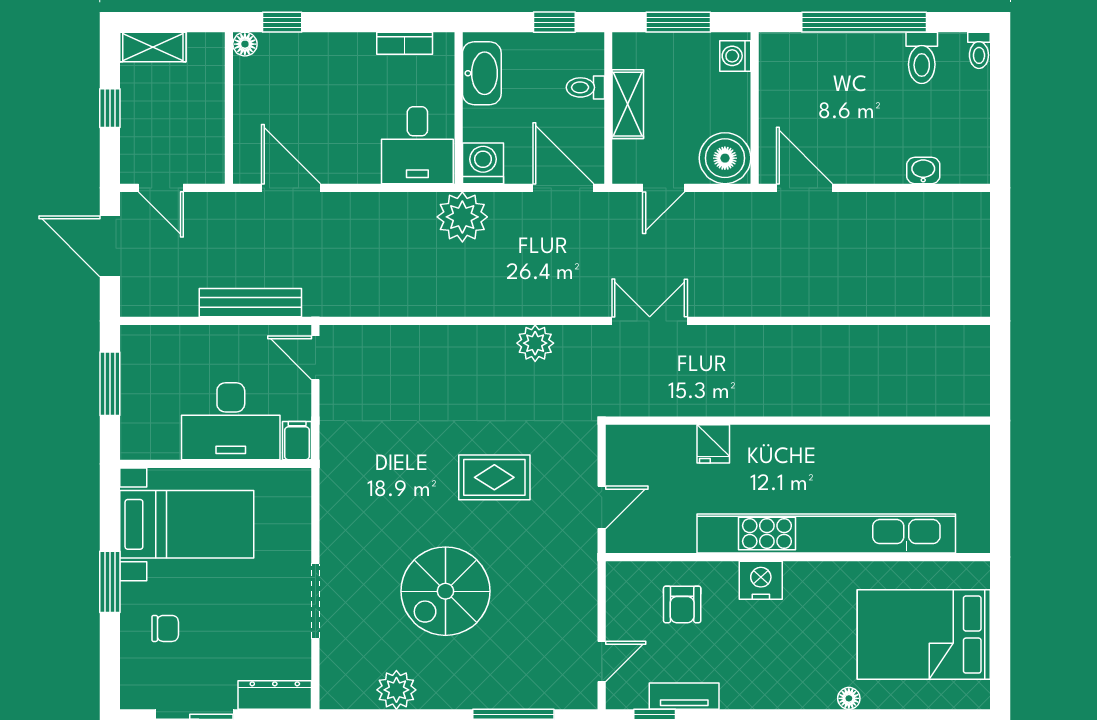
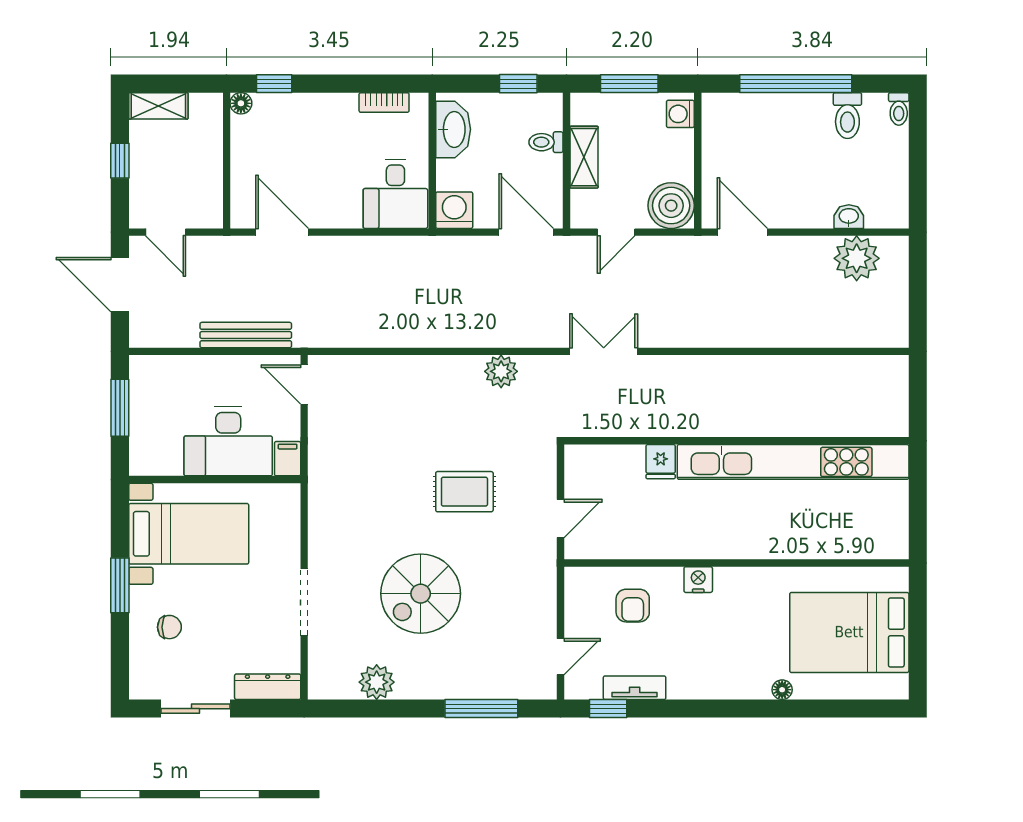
plant: (462, 217) -> (857, 258), moved
kitchen unit: (826, 533) -> (793, 462), moved, turned 180
nightstand: (761, 580) -> (698, 580), width x0.74, depth x0.75

